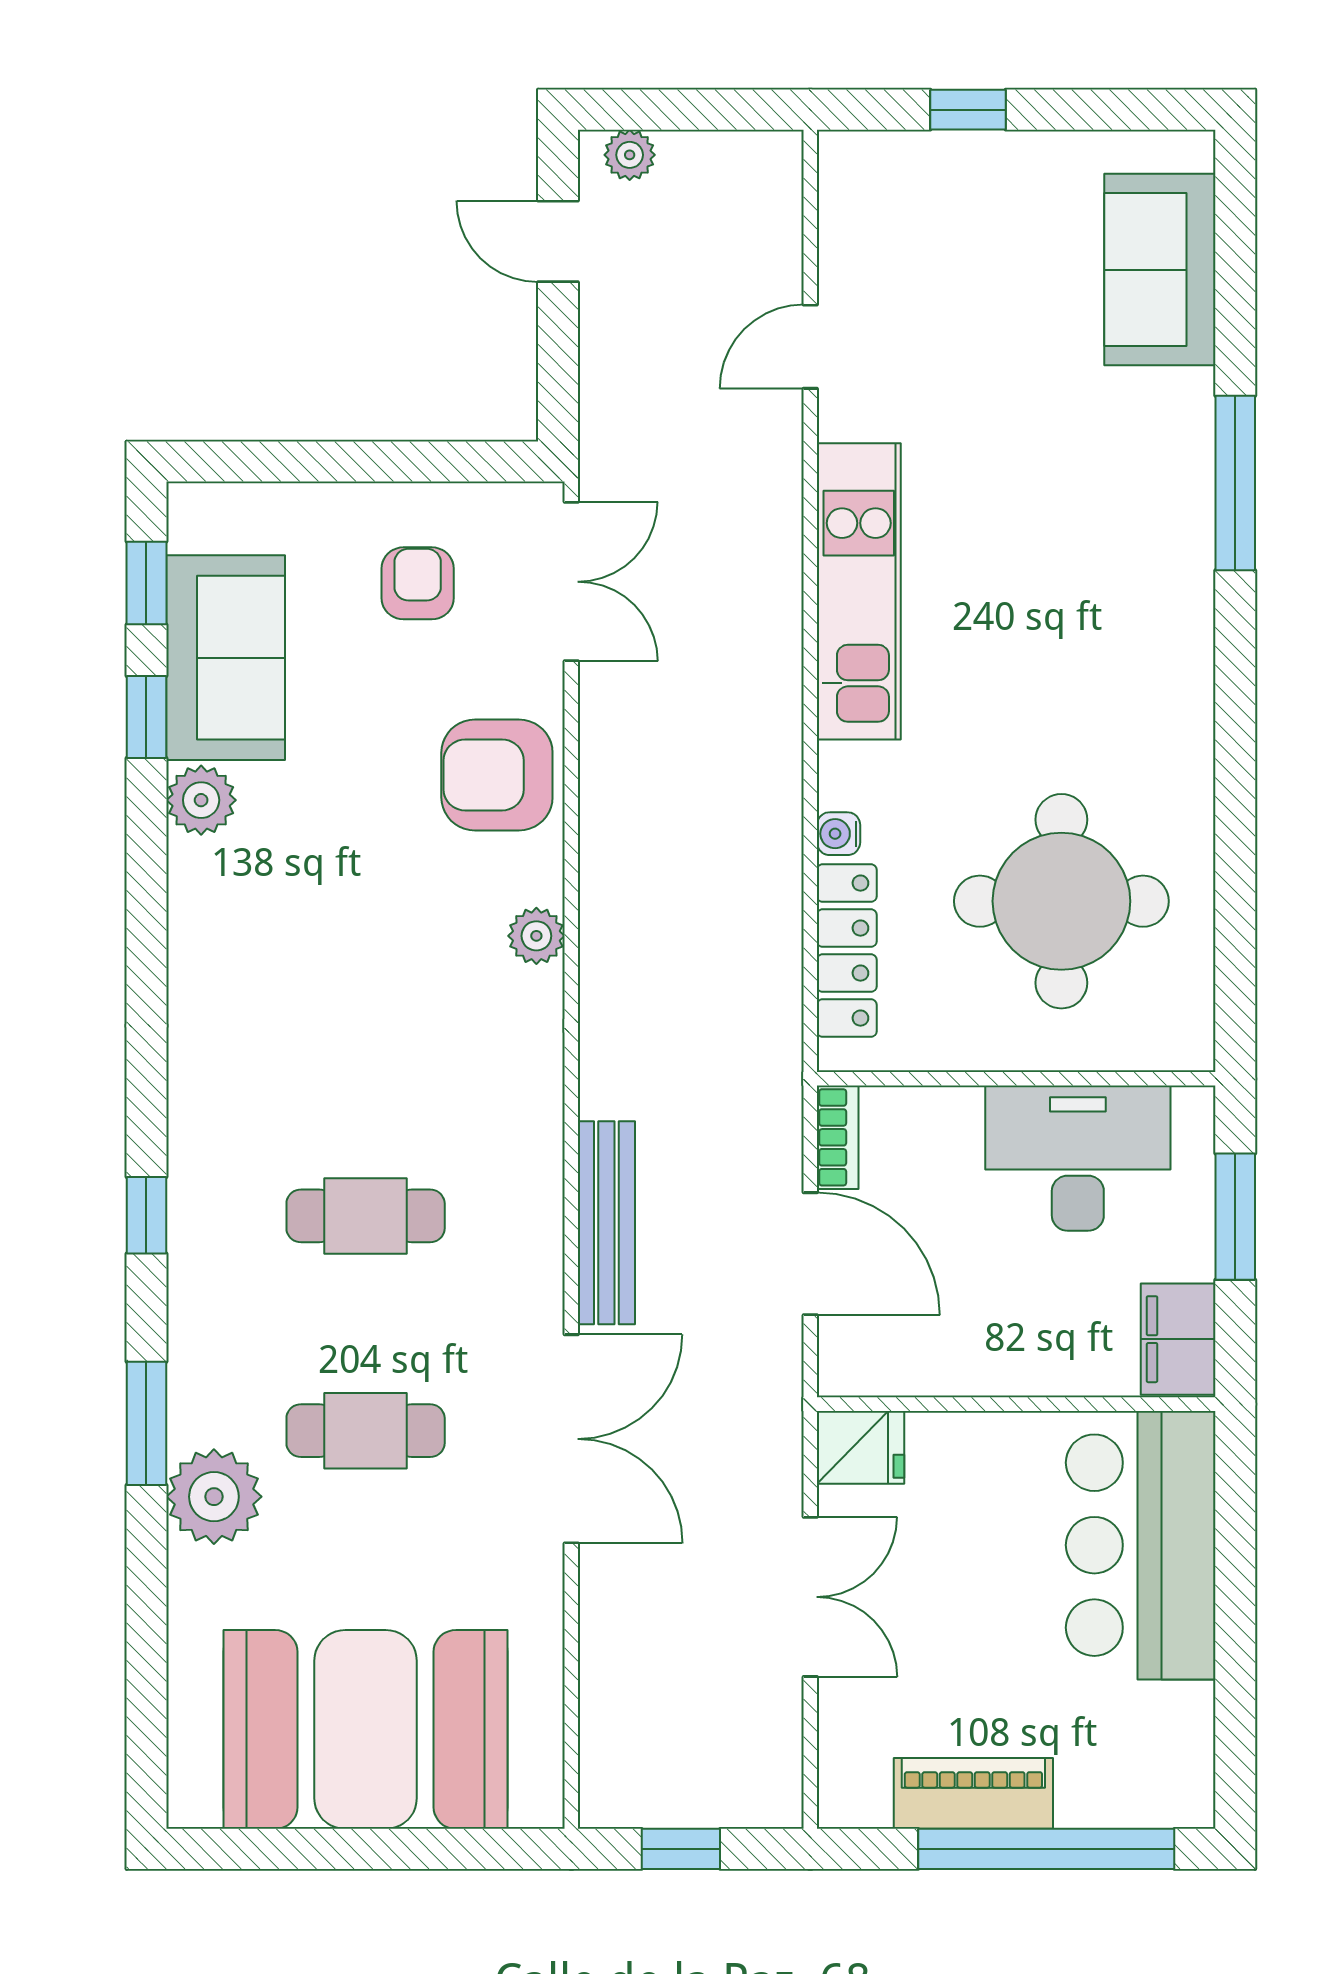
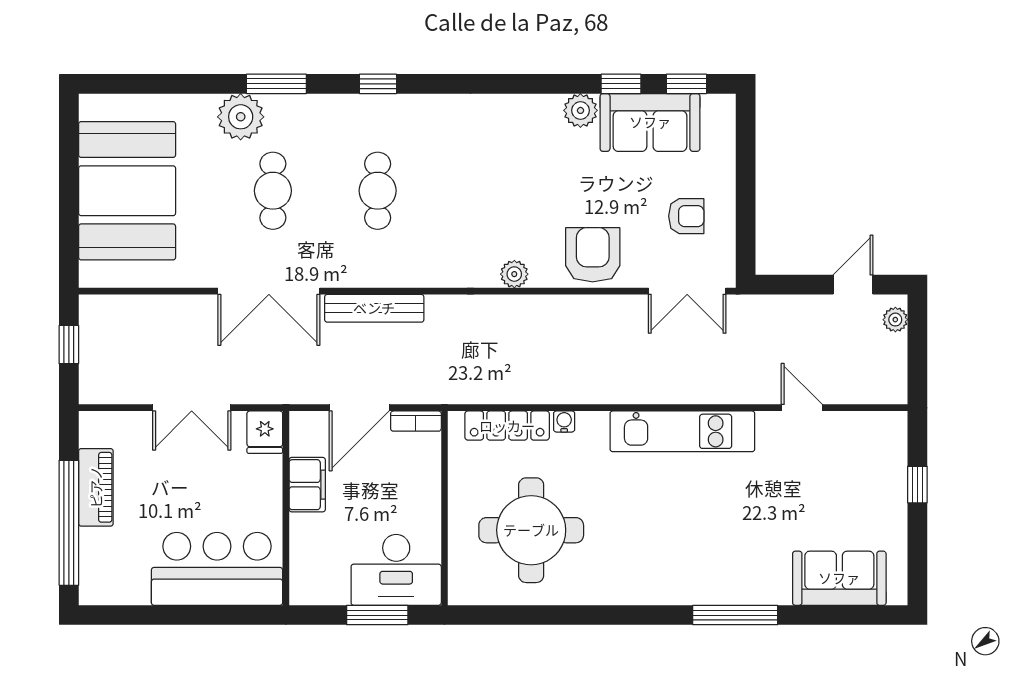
desk: (1078, 1158) -> (396, 570), moved, turned 90
filing cabinet: (1178, 1339) -> (307, 485), moved, turned 90

